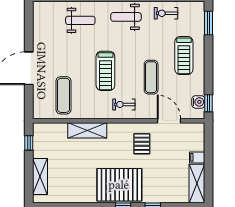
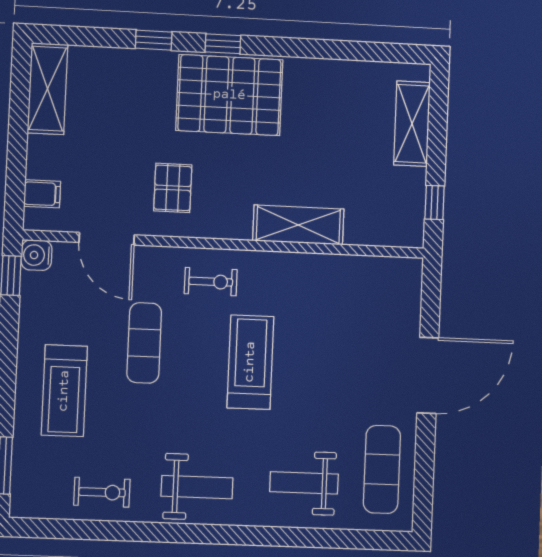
treadmill: (184, 56) -> (64, 391), turned 180
exercise mat: (63, 95) -> (382, 469), moved
water cooler: (198, 102) -> (36, 255), moved
filing cabinet: (197, 157) -> (42, 194), moved

